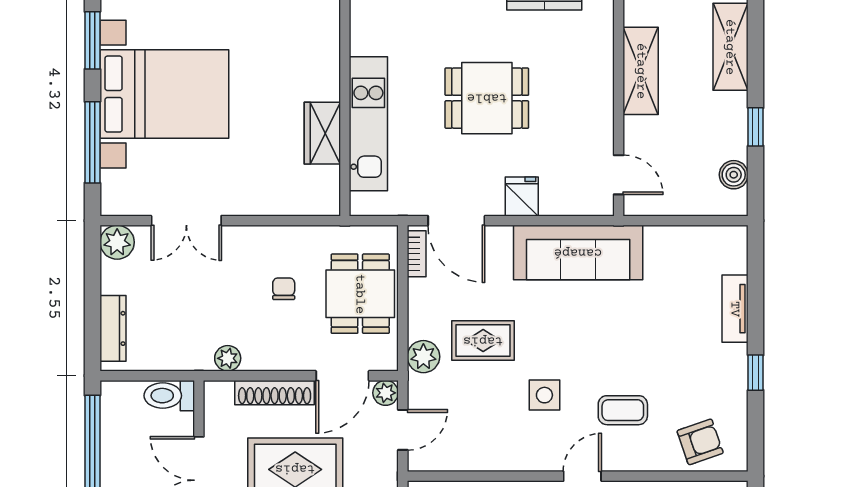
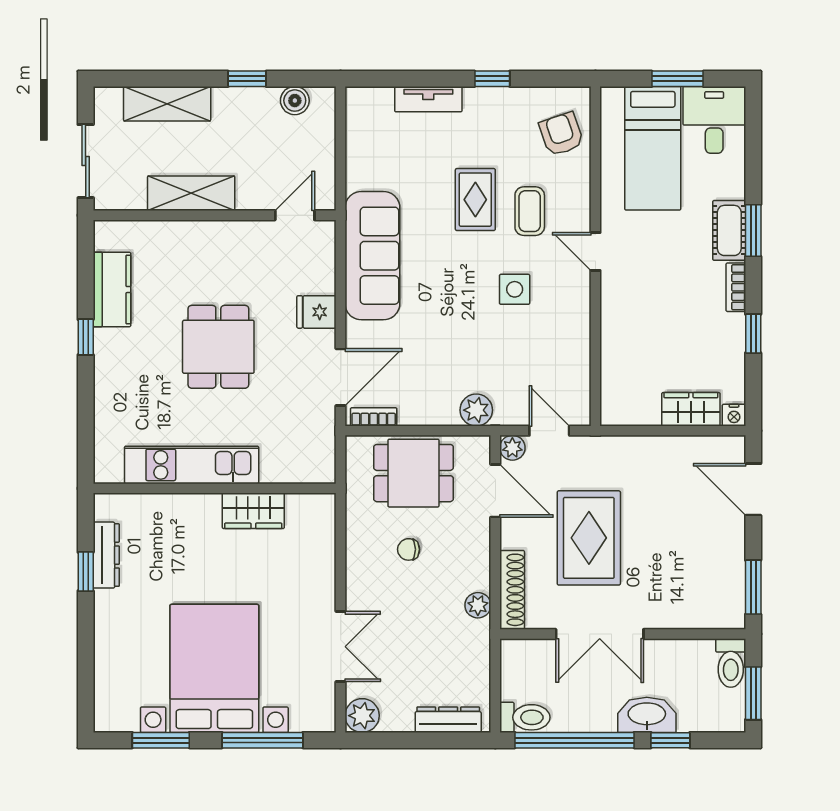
kitchen unit: (368, 124) -> (192, 465), moved
rug: (483, 341) -> (475, 200), moved
shoe rack: (275, 393) -> (512, 590), moved
toilet: (169, 396) -> (525, 717), moved, turned -90

